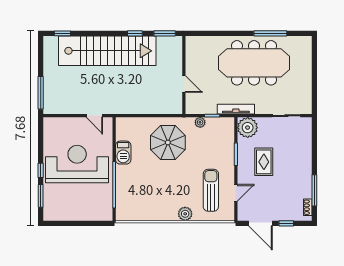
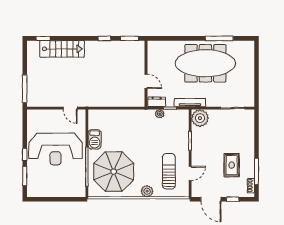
stairs: (107, 51) -> (62, 49), width x0.54, depth x0.66
dresser: (197, 108) -> (157, 102), added
parasol: (168, 142) -> (114, 172), moved, width x1.36, depth x1.36
rug: (264, 162) -> (232, 165), moved
reception desk: (77, 164) -> (56, 149), turned 180

